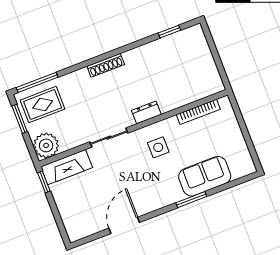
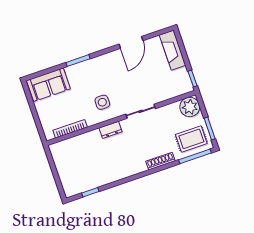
shoe rack: (106, 65) -> (160, 161), moved
fireplace: (67, 167) -> (173, 50), moved, turned -90
sofa: (205, 176) -> (48, 85), moved

